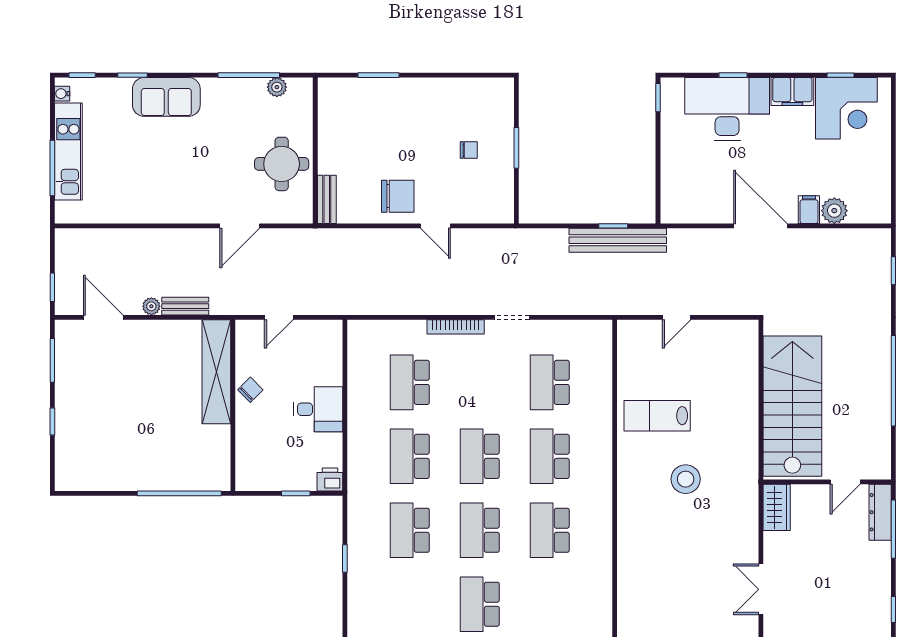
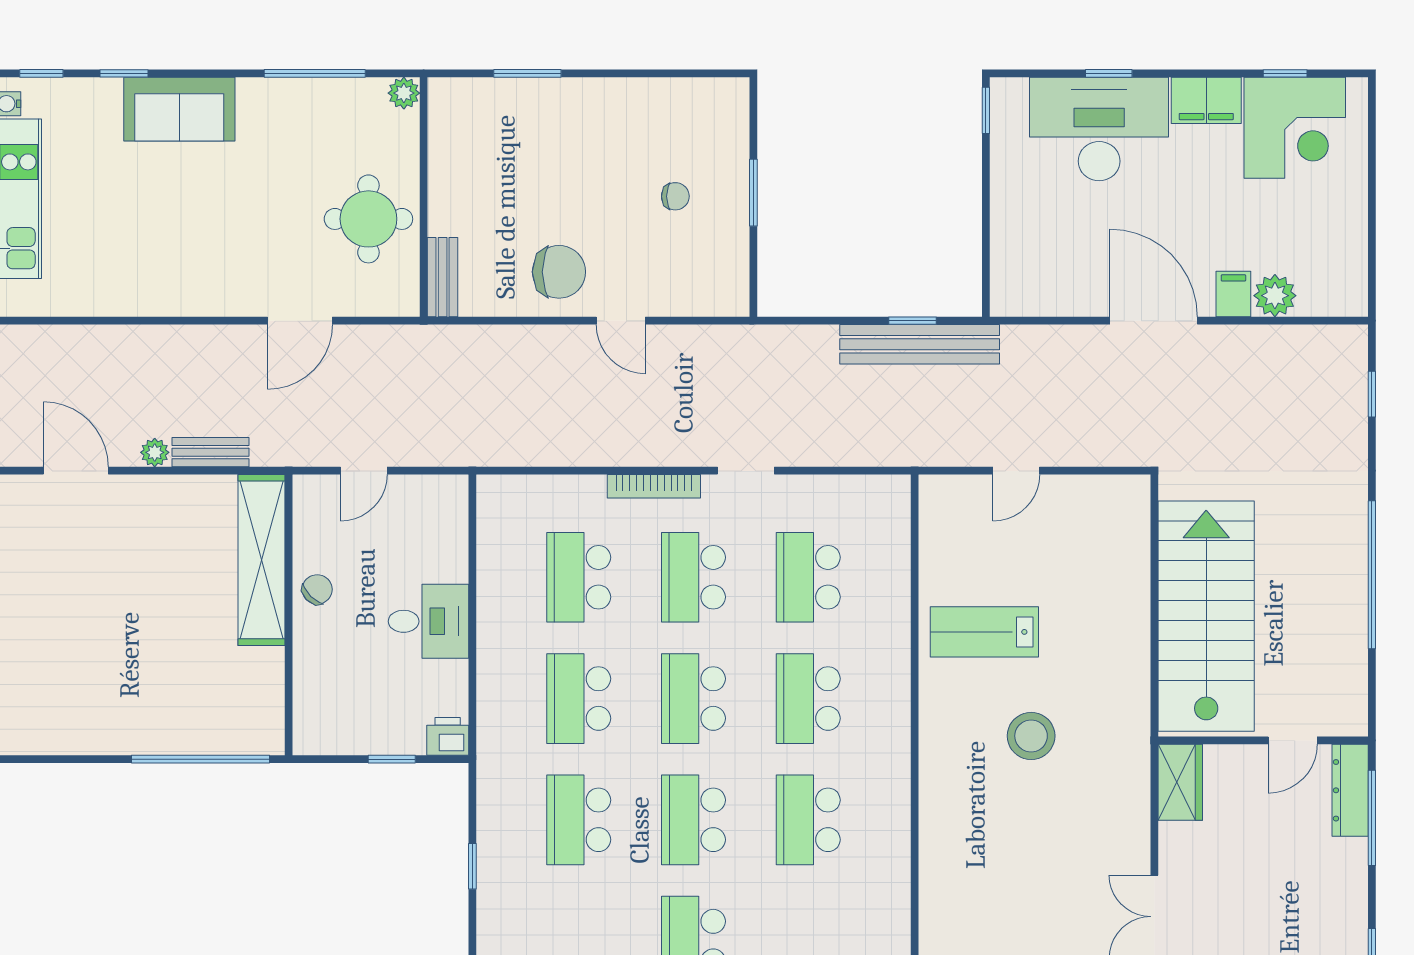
plant: (277, 87) -> (404, 93), moved
school desk: (480, 382) -> (693, 577), added

